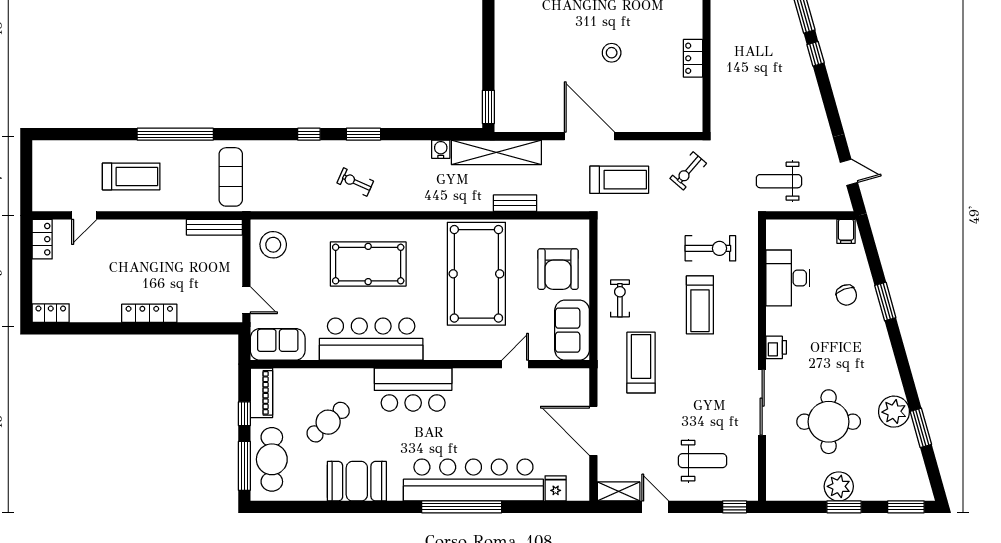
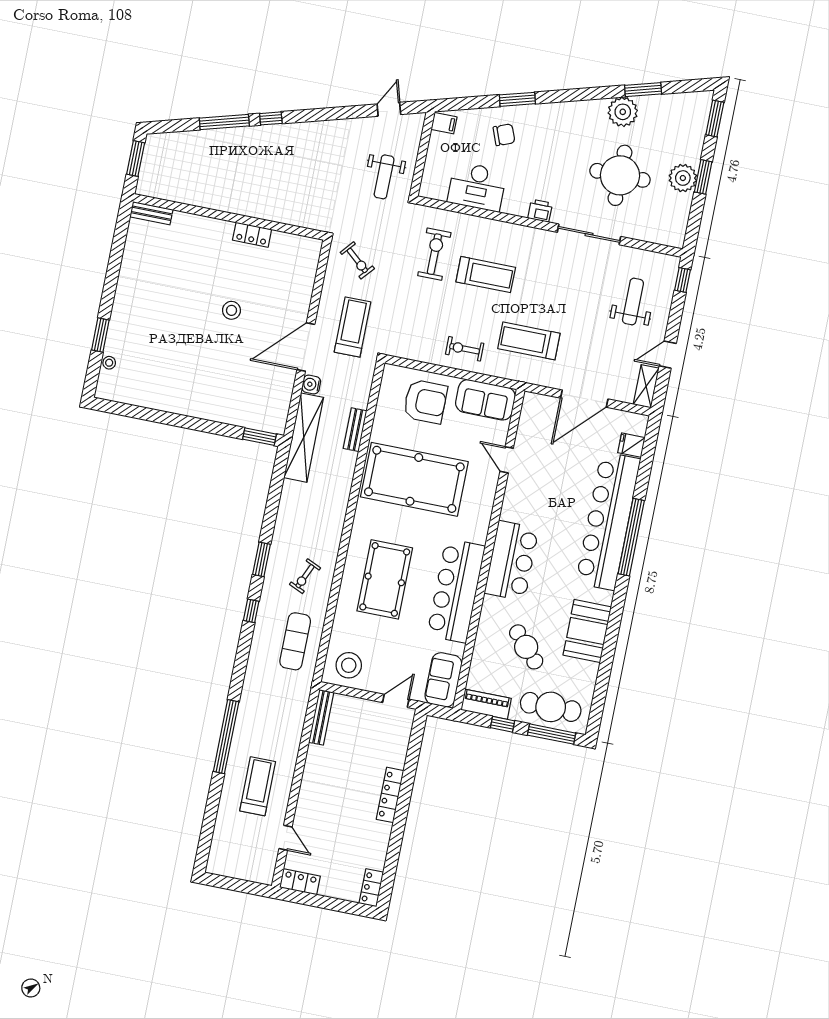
water cooler: (441, 149) -> (311, 384), moved
exercise mat: (231, 177) -> (295, 641), moved, turned 90

